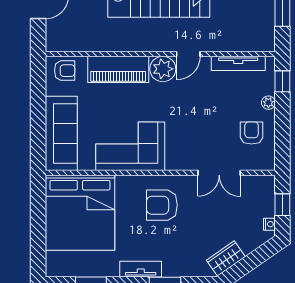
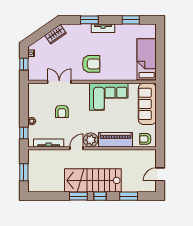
armchair: (252, 133) -> (62, 111), moved
bed: (80, 213) -> (147, 60), width x0.49

